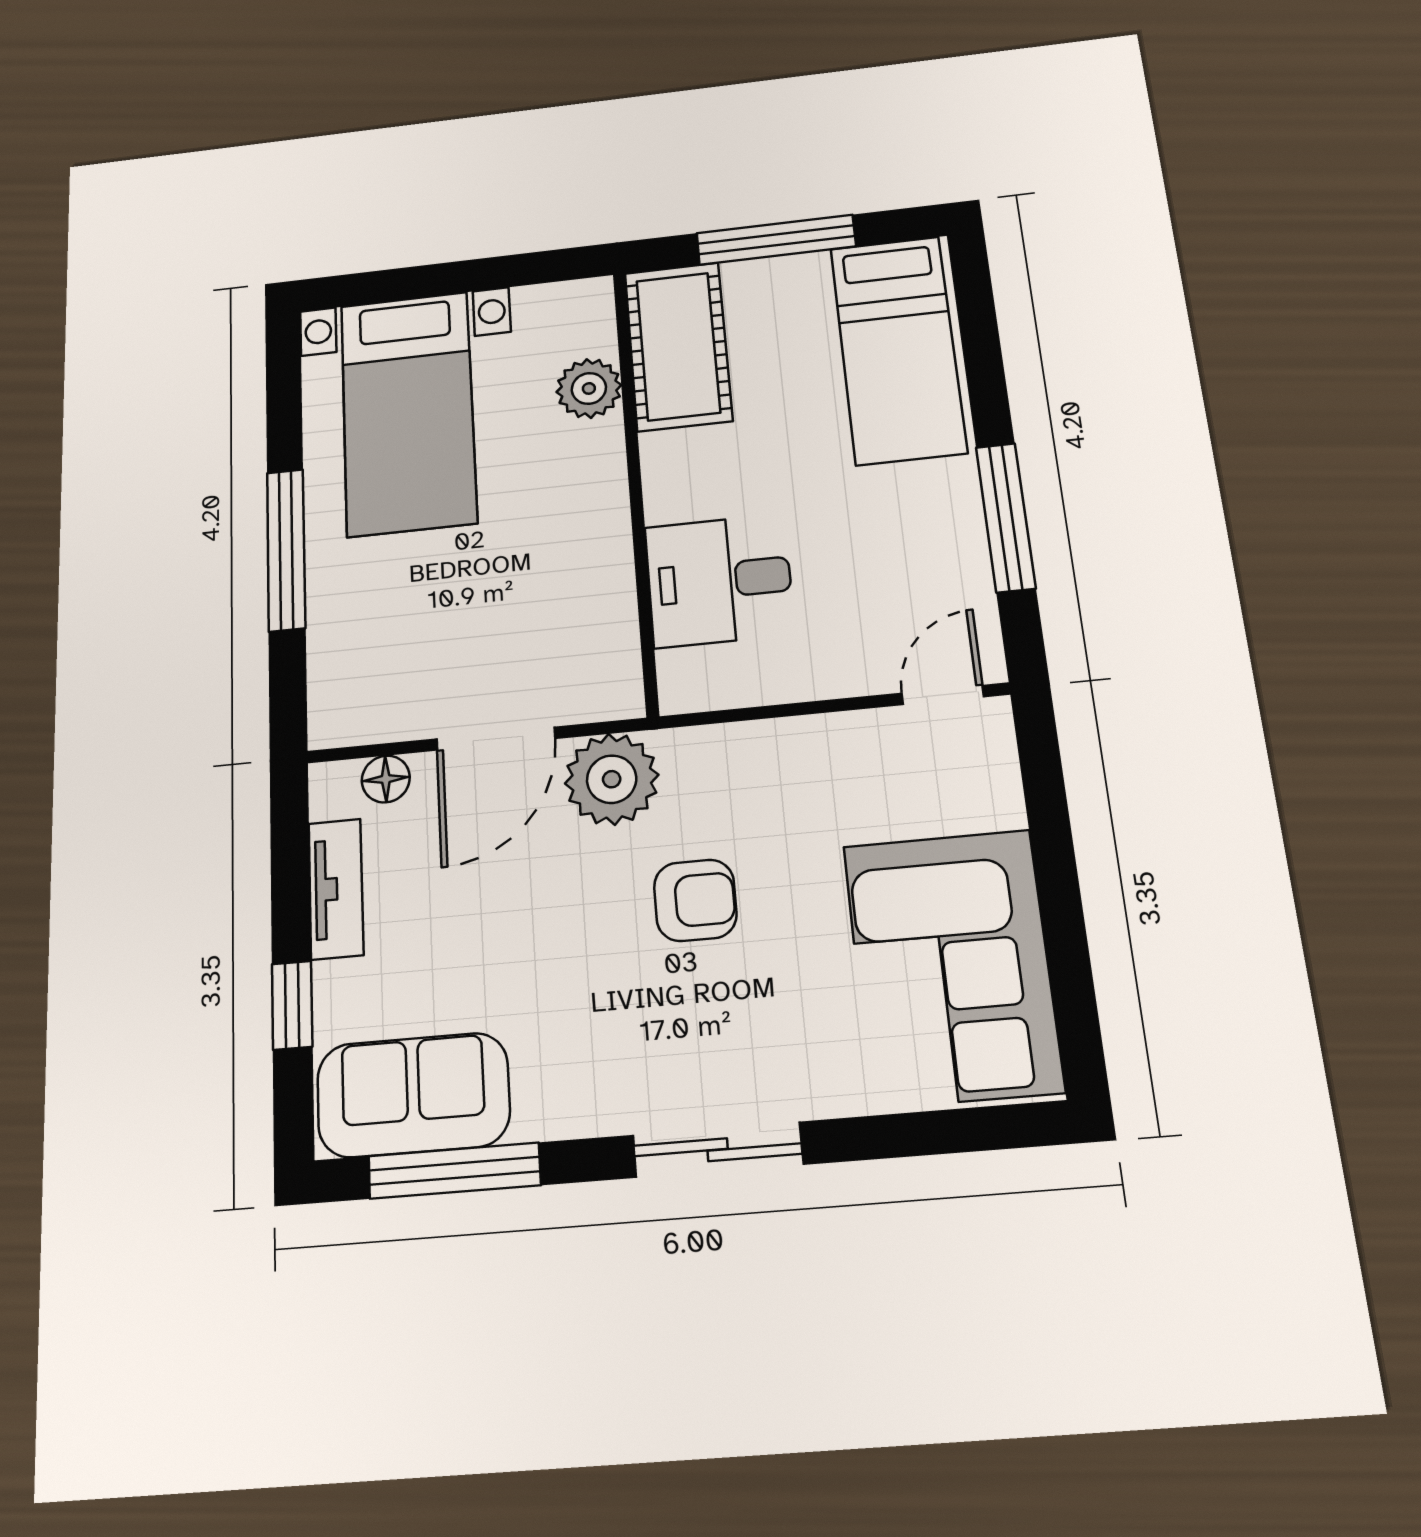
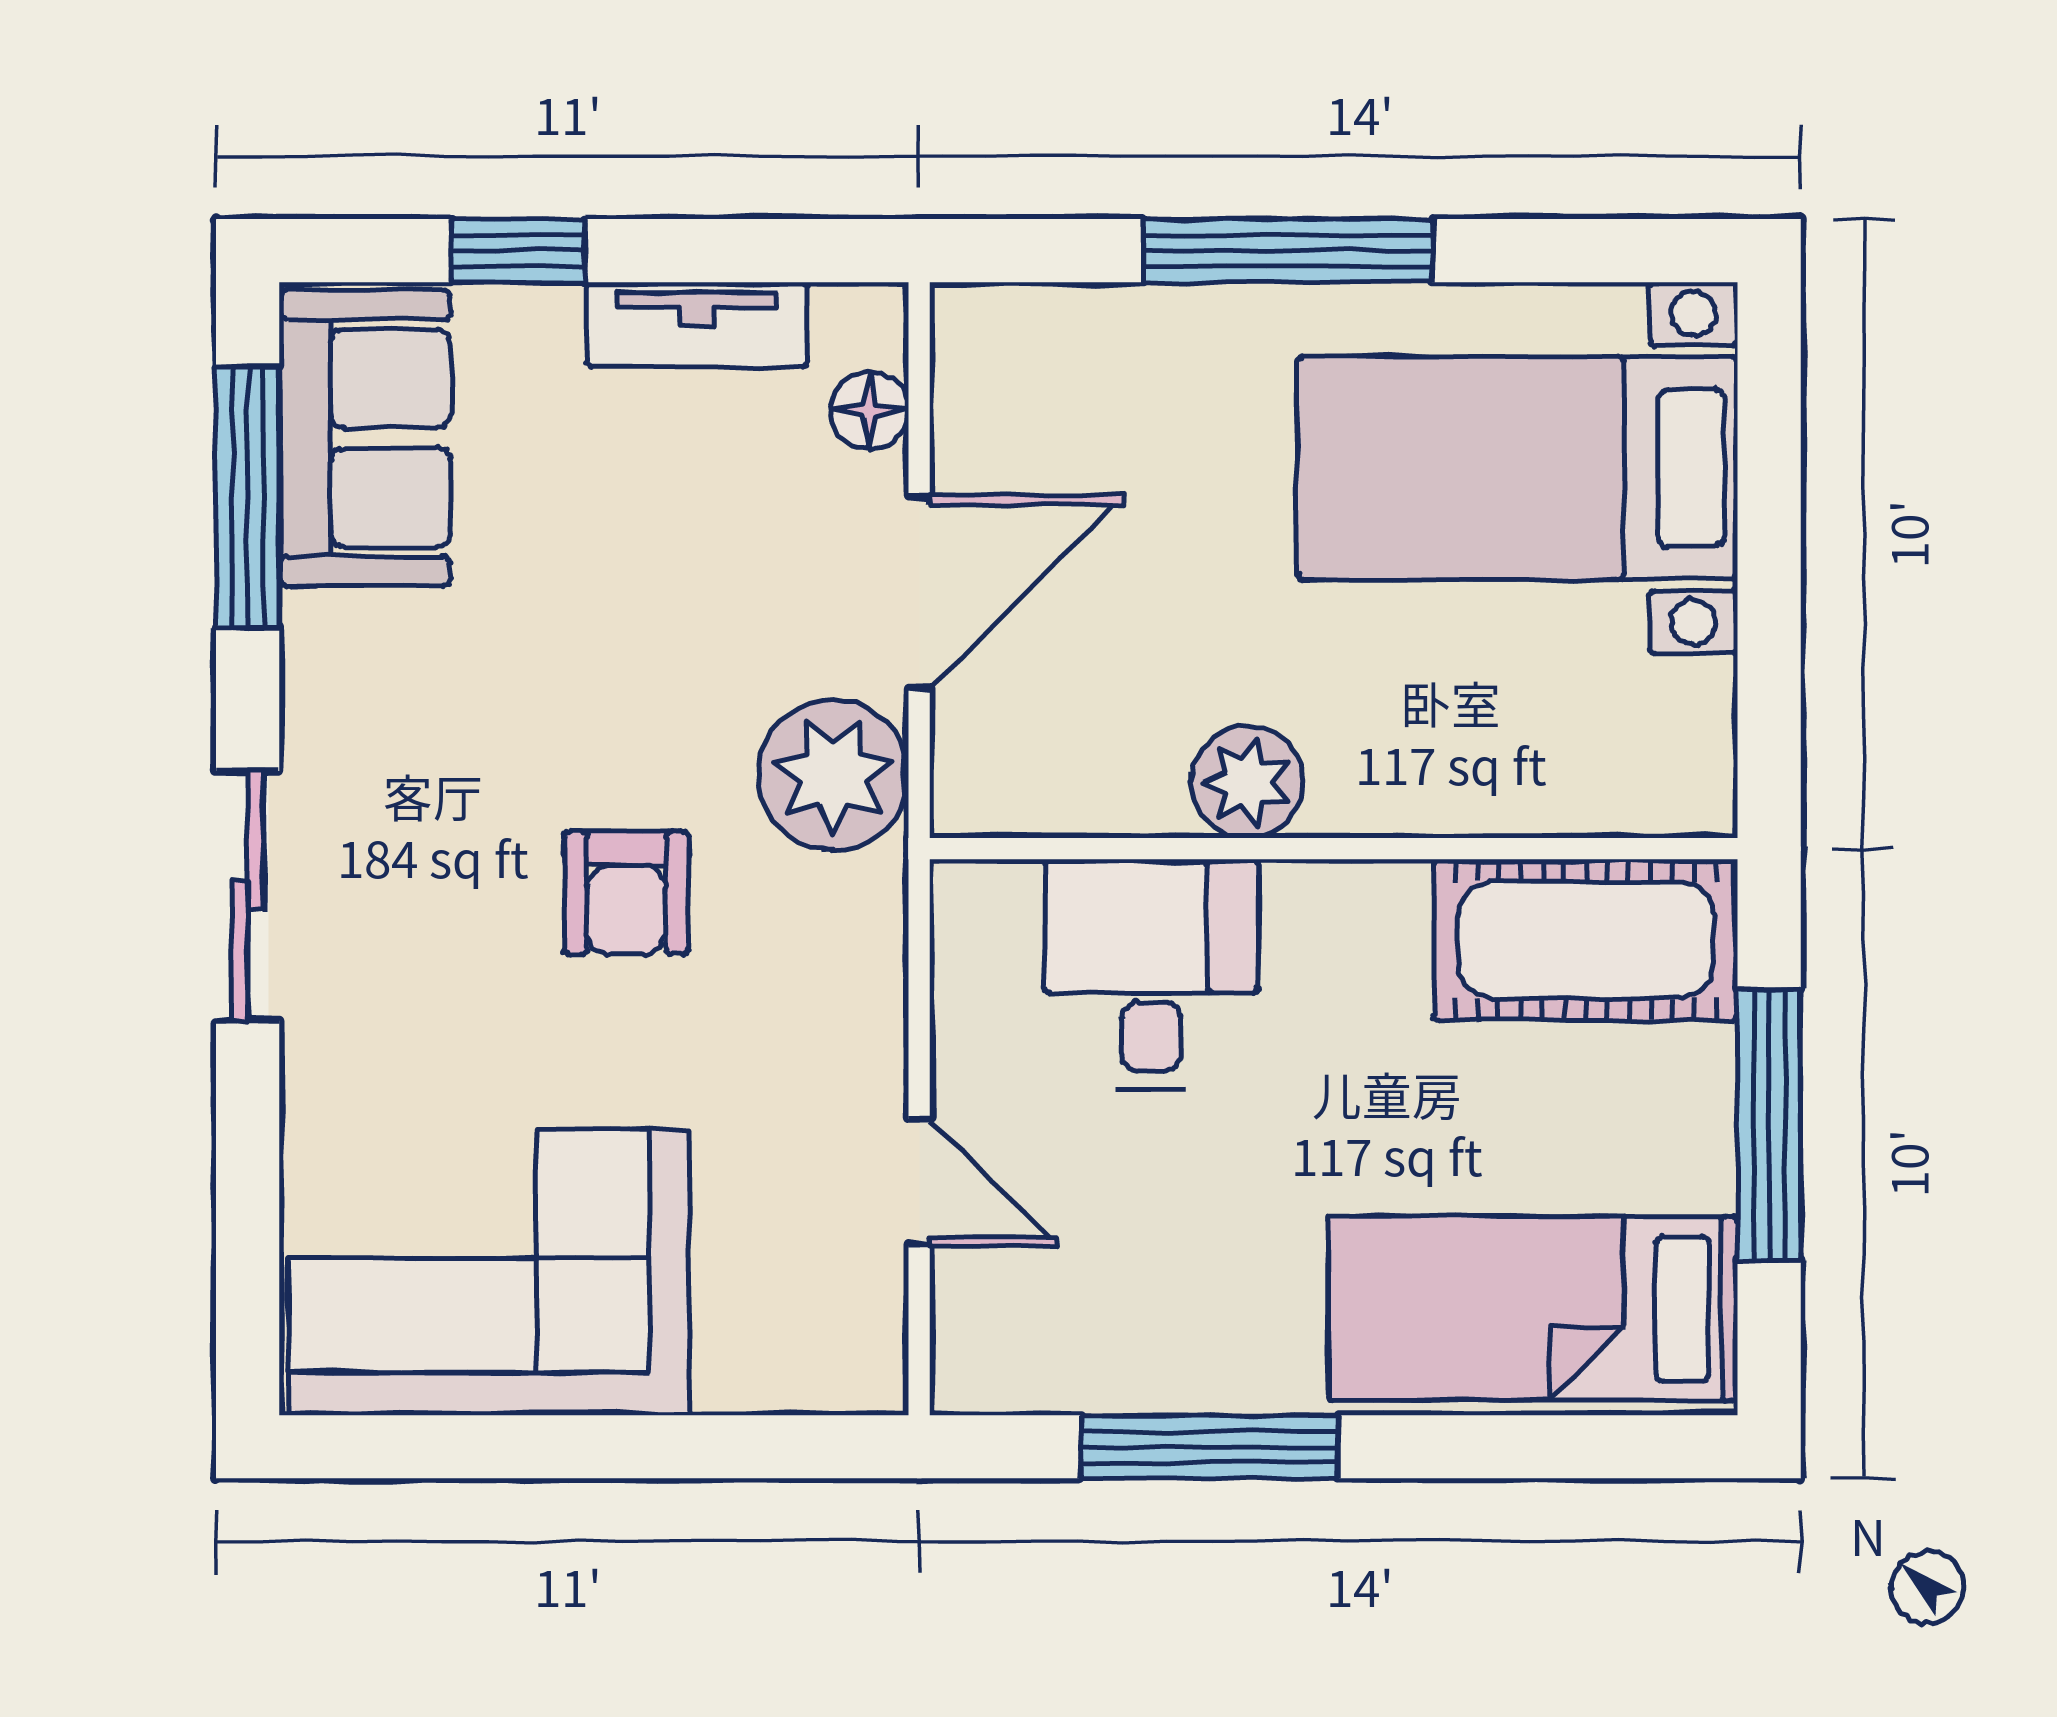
plant: (589, 388) -> (1247, 782), moved
door: (943, 695) -> (919, 1183), moved
door: (496, 739) -> (919, 592), swing flipped

